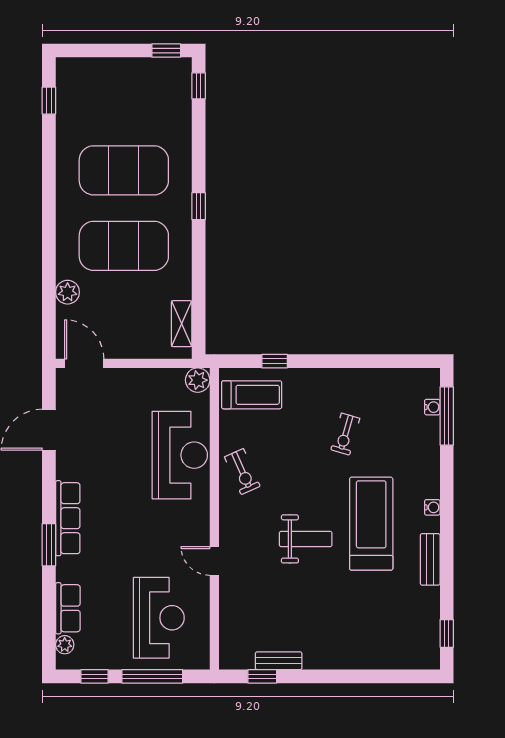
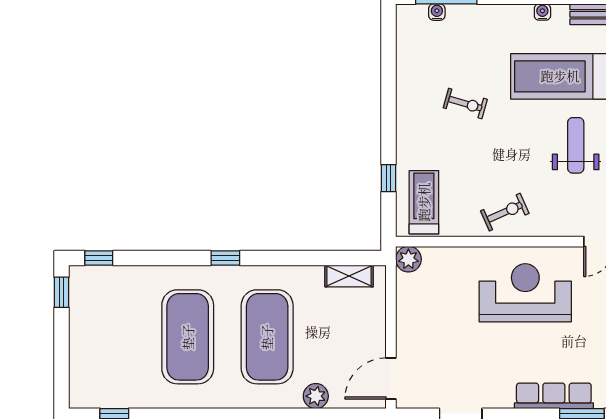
reception desk: (180, 455) -> (525, 293), moved

